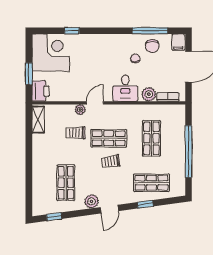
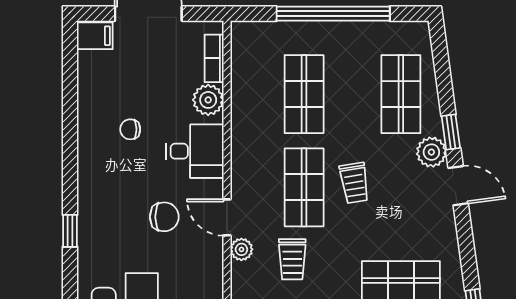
window: (72, 31) -> (70, 231), moved
window: (150, 31) -> (70, 97), removed
chair: (152, 46) -> (164, 217), moved
shop shelf: (151, 138) -> (304, 94), turned 90
plant: (92, 201) -> (431, 152), moved
window: (145, 204) -> (451, 132), moved

